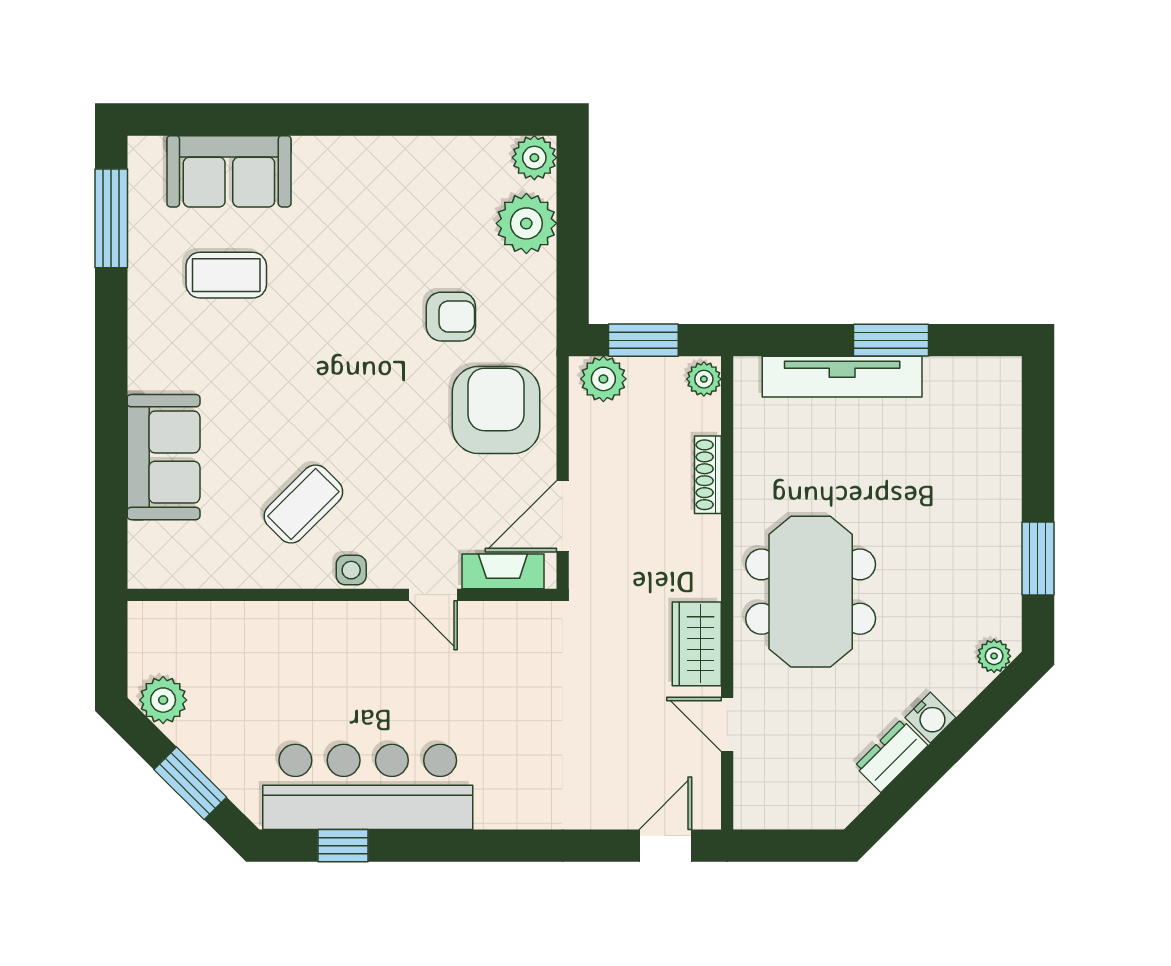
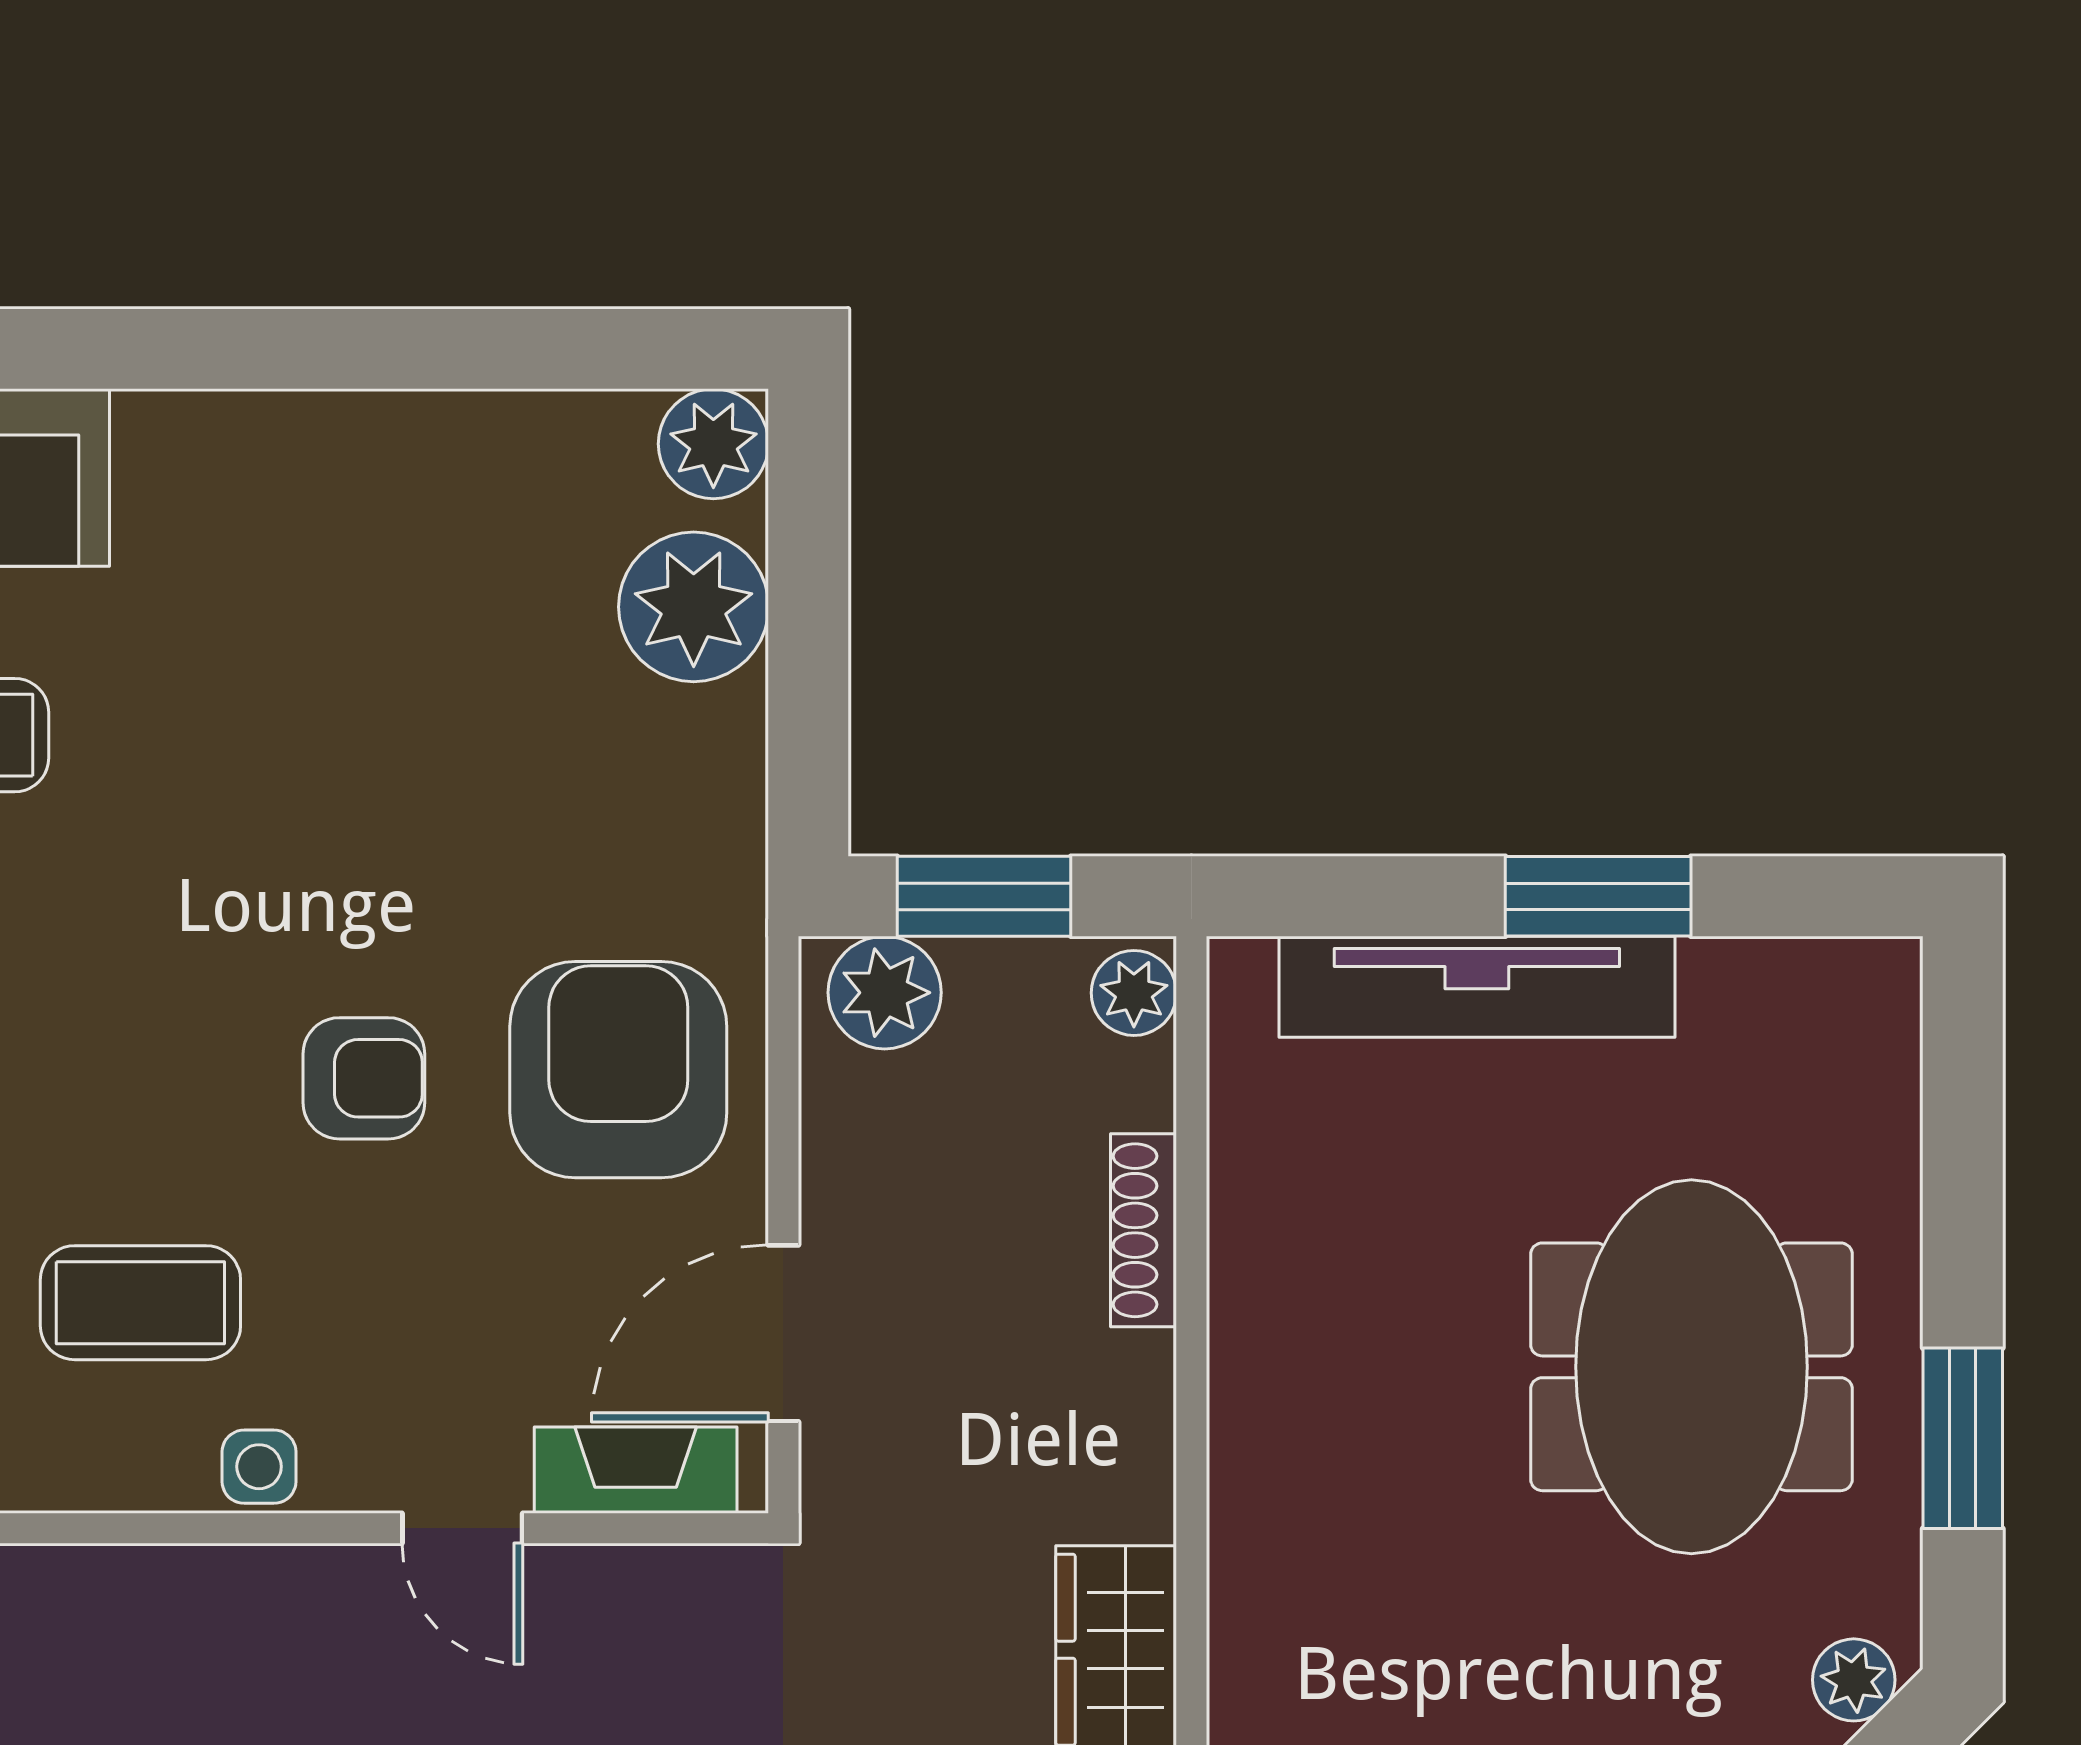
armchair: (451, 317) -> (364, 1078), moved
coffee table: (303, 504) -> (140, 1303), turned 45
meeting table: (811, 592) -> (1691, 1367), moved

